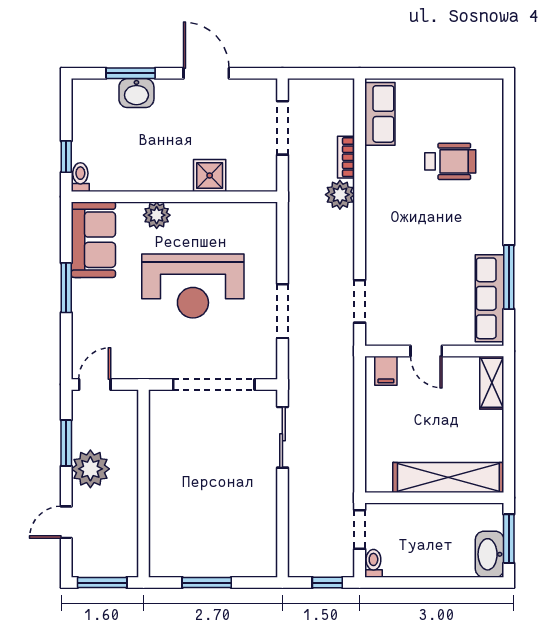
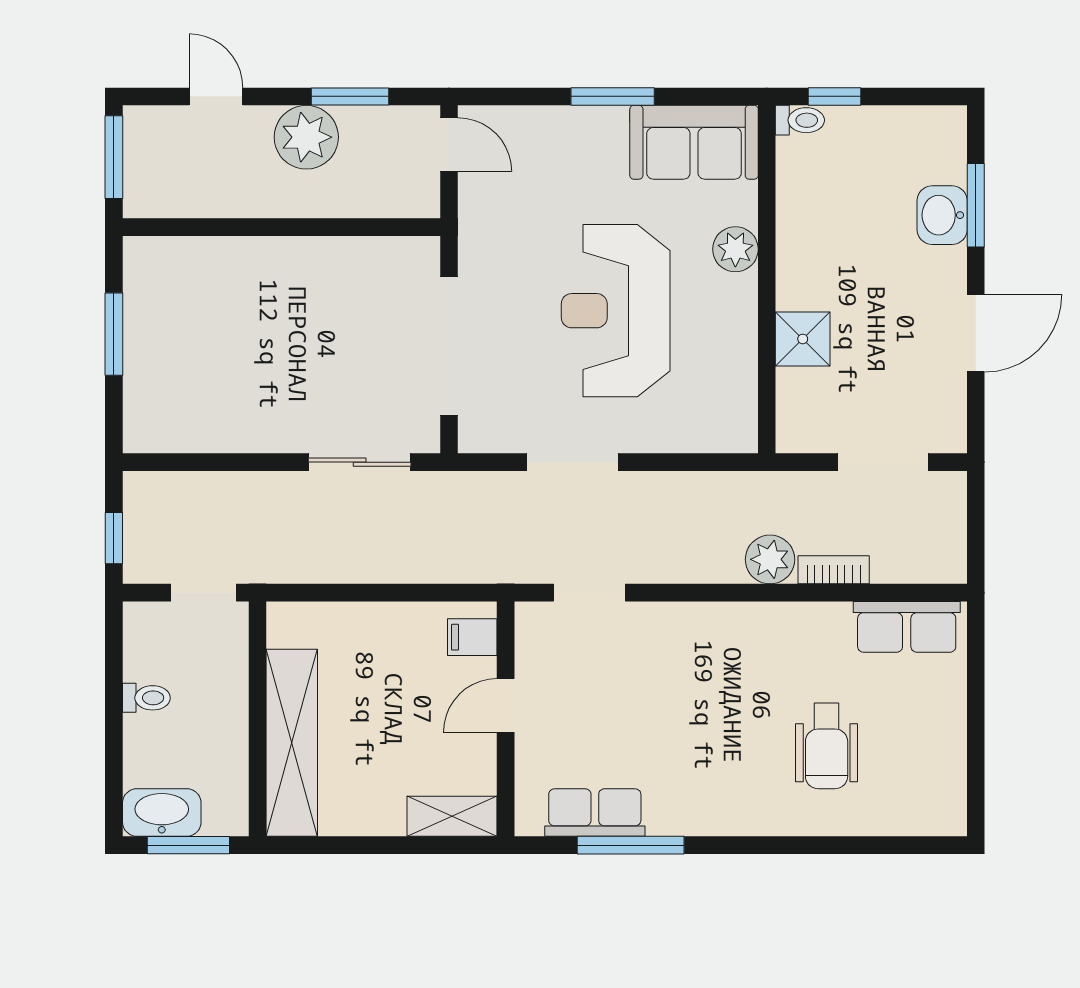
row of seats: (490, 298) -> (595, 813), width x0.68
toilet: (373, 563) -> (146, 698), moved

